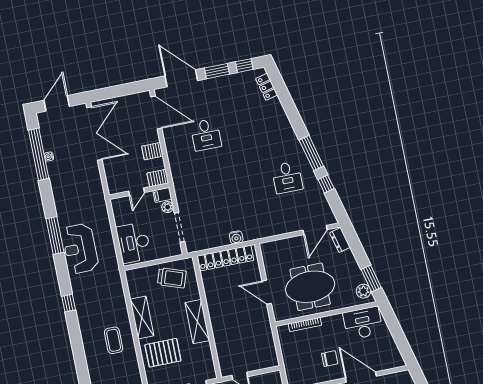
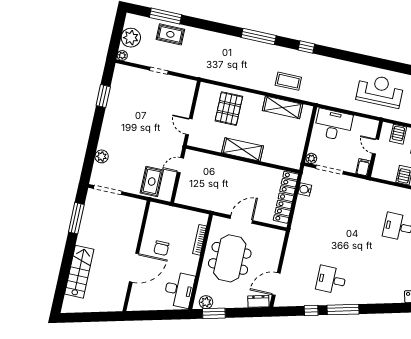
server rack: (158, 178) -> (398, 134), moved, turned 180
plant: (168, 207) -> (311, 158), moved
door: (315, 230) -> (276, 284), hinge flipped
window: (55, 235) -> (259, 37), moved
water cooler: (236, 237) -> (305, 190), moved
reception desk: (80, 249) -> (380, 91), moved
trolley: (172, 278) -> (289, 144), removed
shelving: (142, 317) -> (283, 107), moved
coffee table: (114, 340) -> (288, 81), moved

